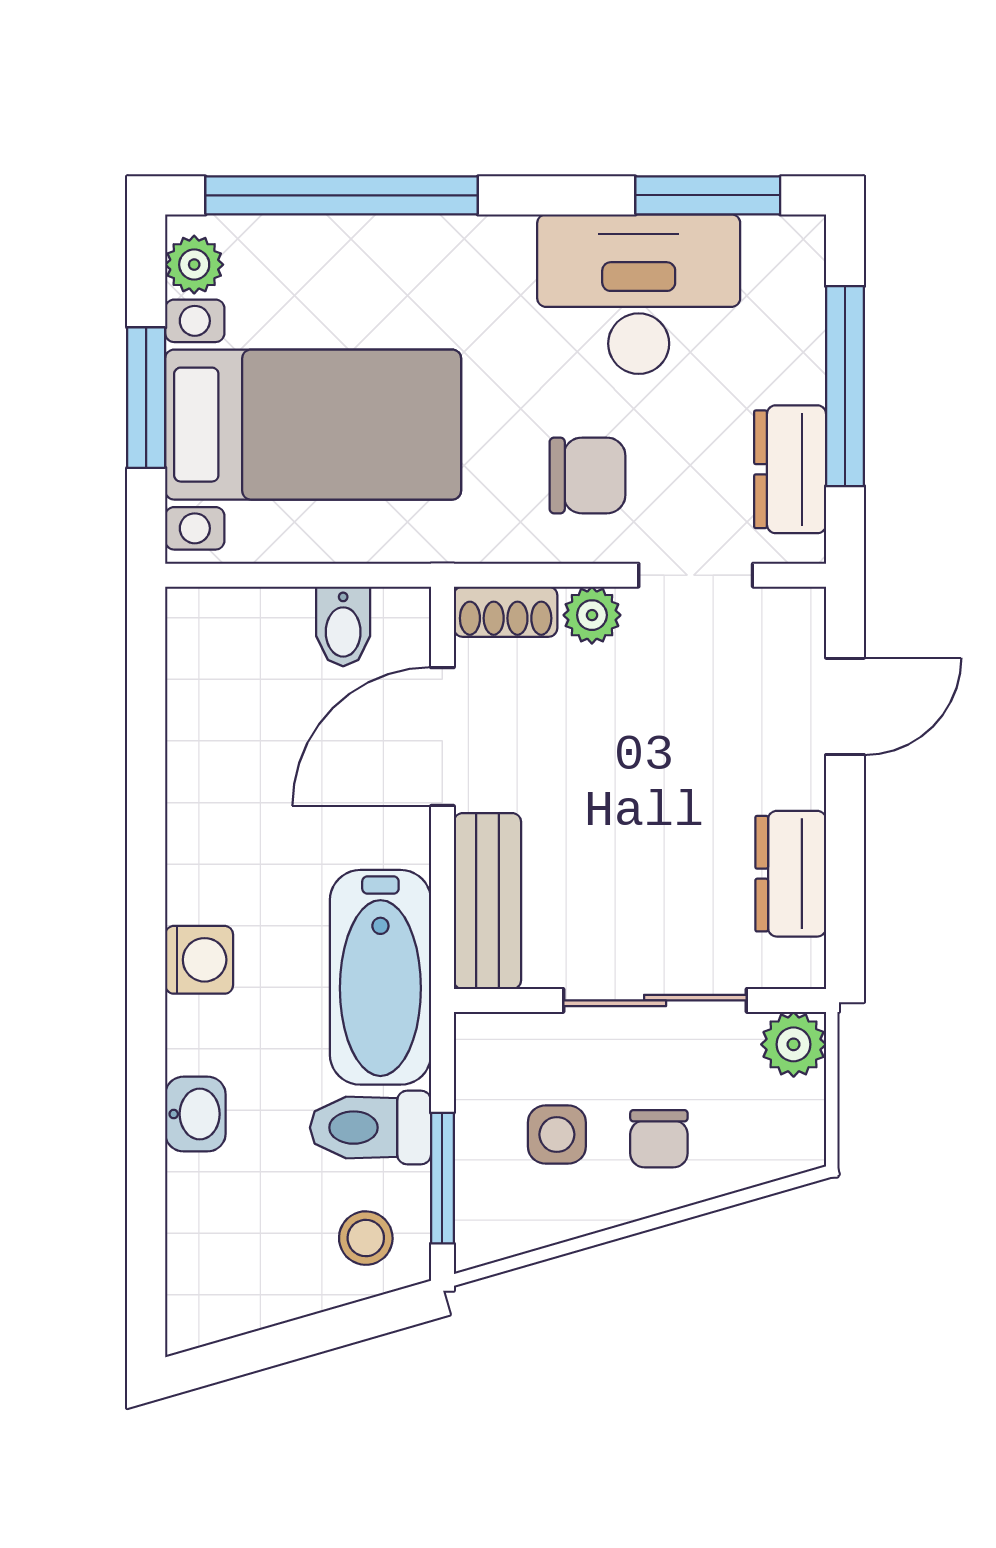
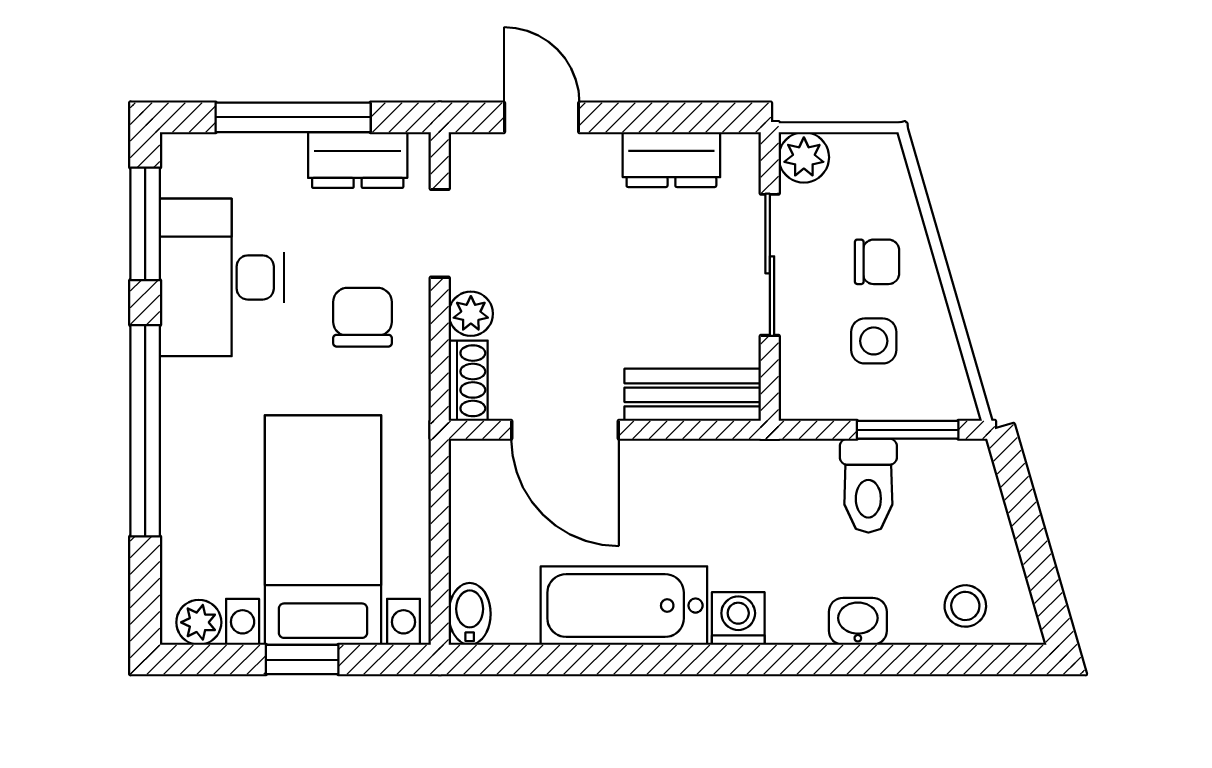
window: (342, 195) -> (145, 431), moved
window: (146, 398) -> (302, 660), width x0.67
bidet: (343, 626) -> (470, 614), moved, turned -90
bathtub: (380, 977) -> (624, 606), moved, turned 180
stool: (366, 1238) -> (965, 606), moved

